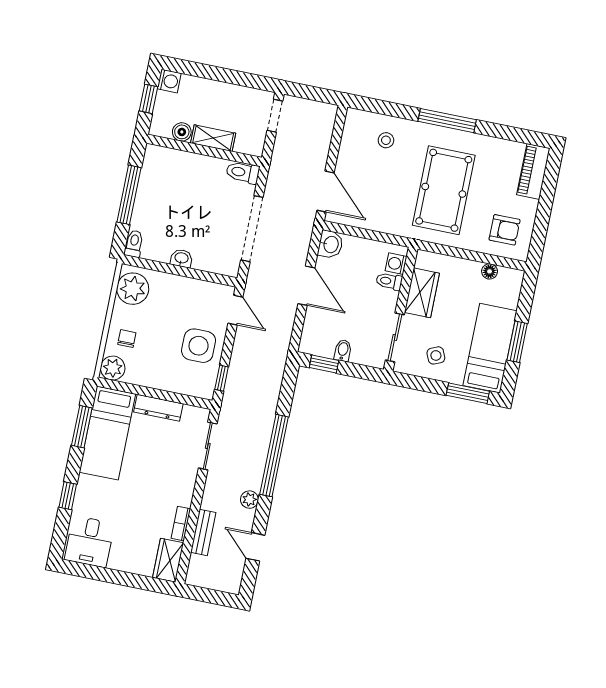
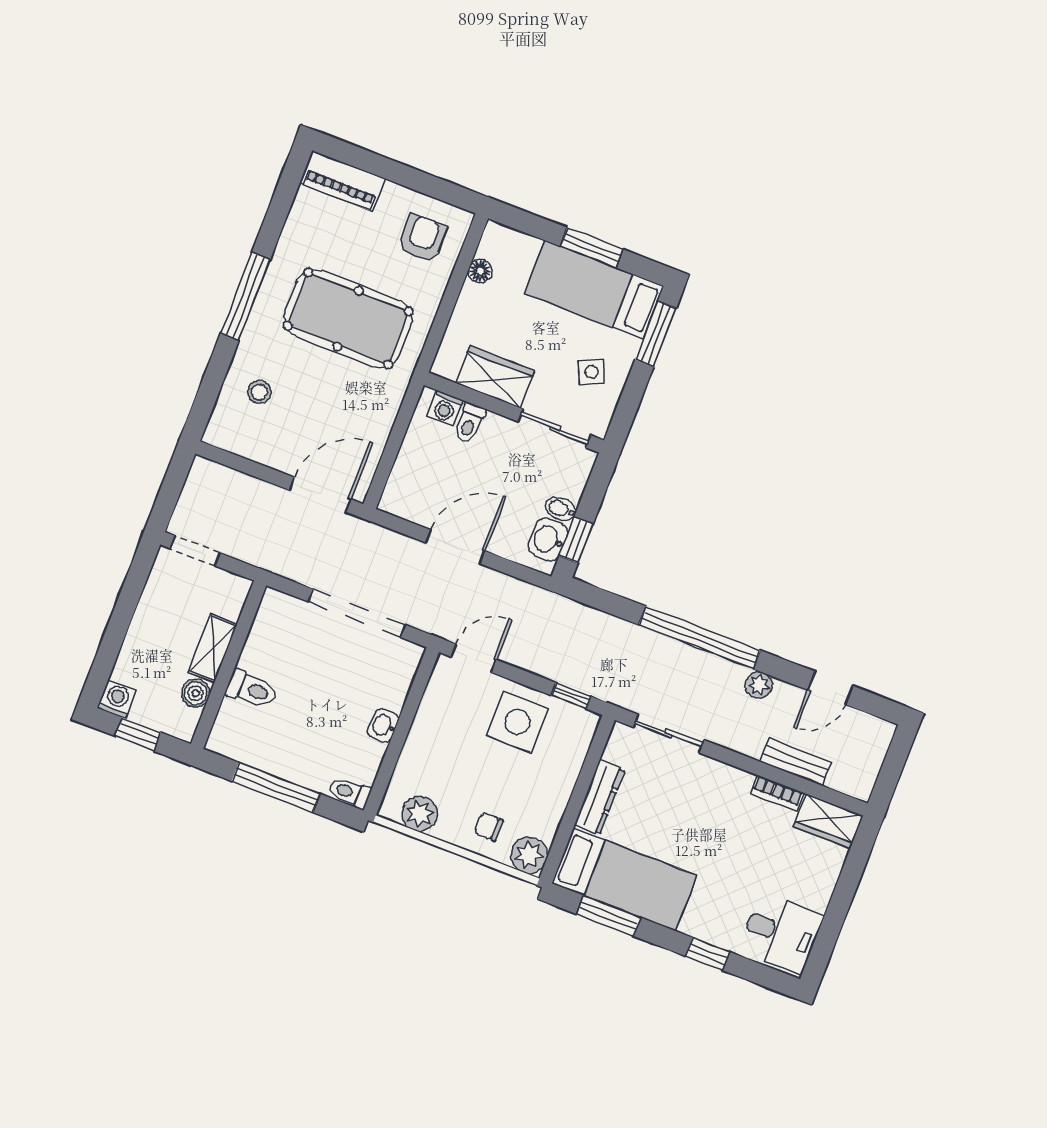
toilet: (243, 172) -> (252, 690), moved, turned -90
washbasin: (330, 244) -> (548, 539), moved, turned -90
plant: (133, 289) -> (420, 814), width x0.73, depth x0.73

